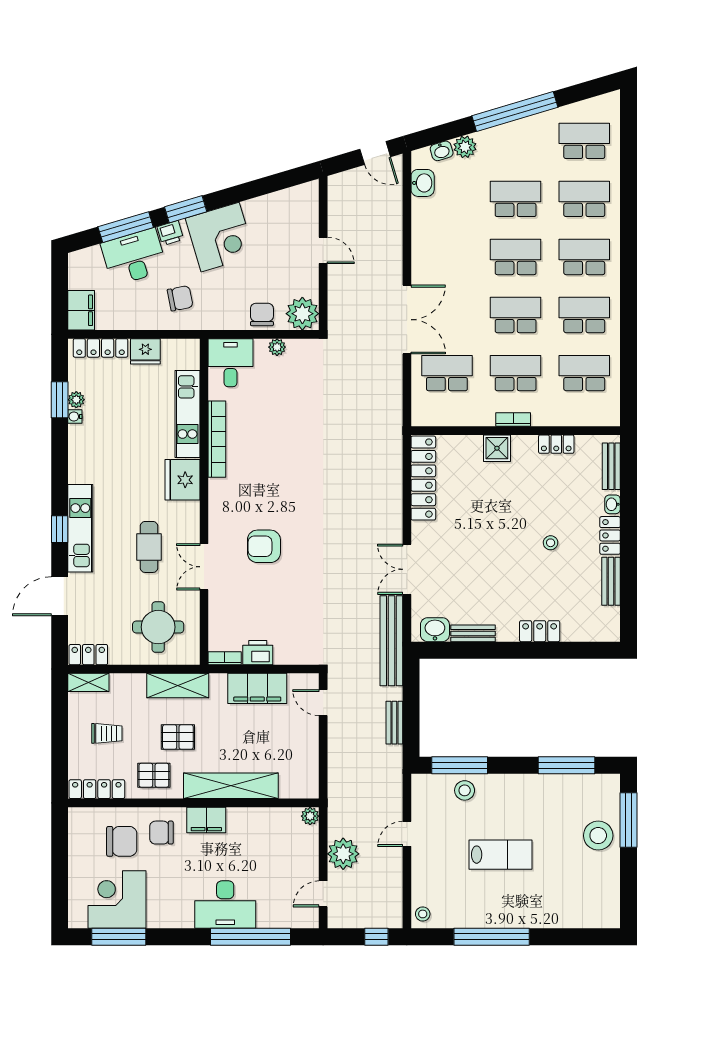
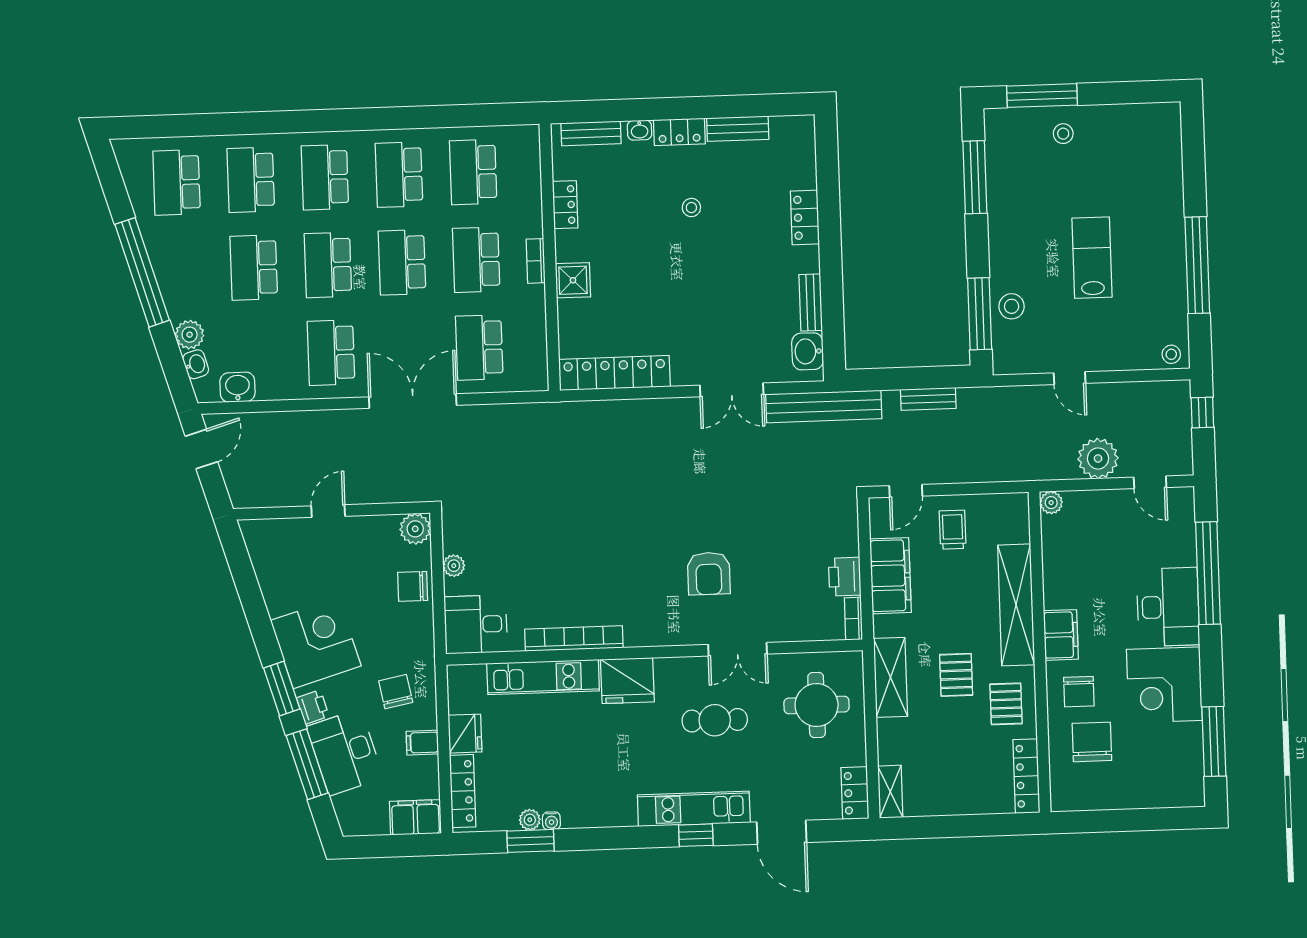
school desk: (447, 257) -> (331, 353), added
plant: (302, 314) -> (415, 529), width x0.73, depth x0.73
filing cabinet: (140, 318) -> (422, 743), added
trolley: (107, 733) -> (953, 530), moved
stool: (598, 836) -> (1063, 134), width x0.53, depth x0.53
corner desk: (117, 900) -> (1164, 685), moved

